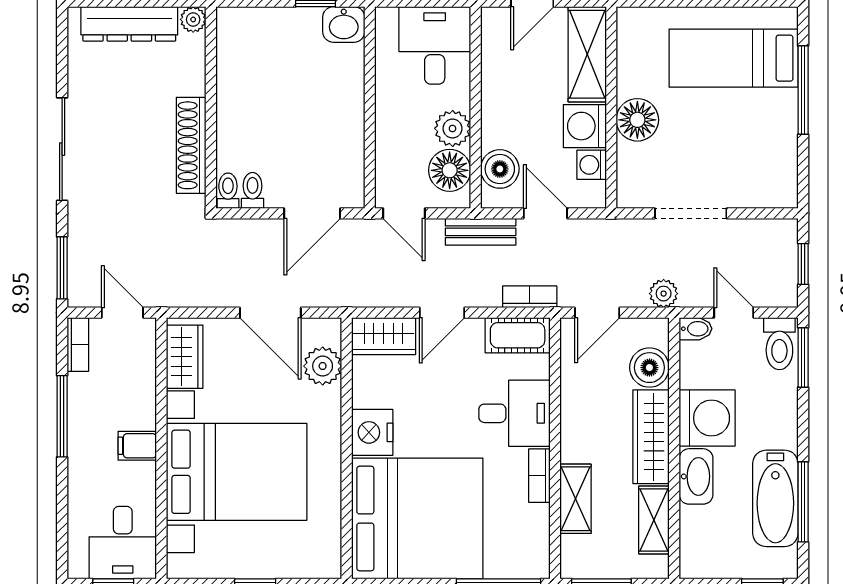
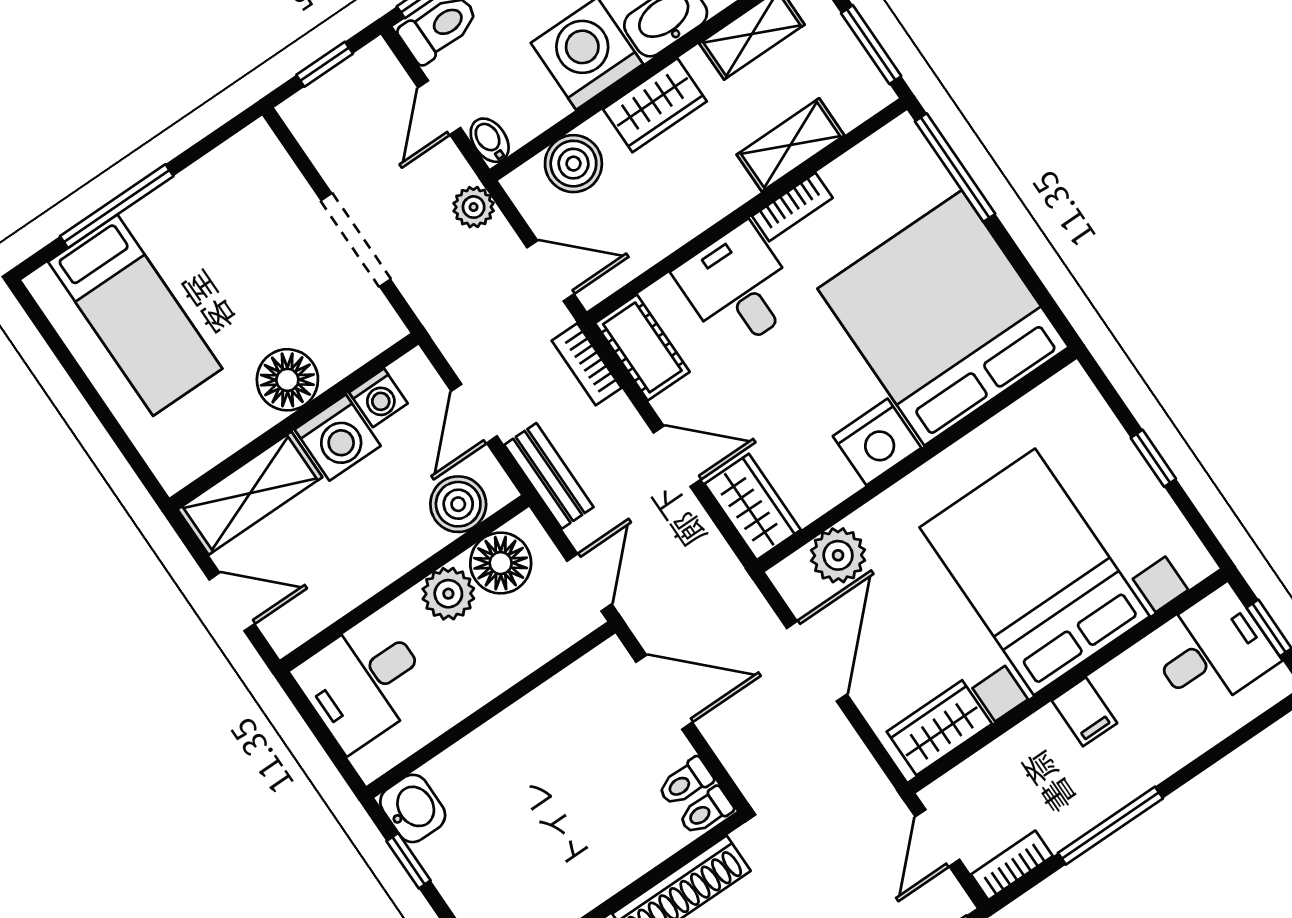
wardrobe: (651, 437) -> (655, 105), width x0.67

